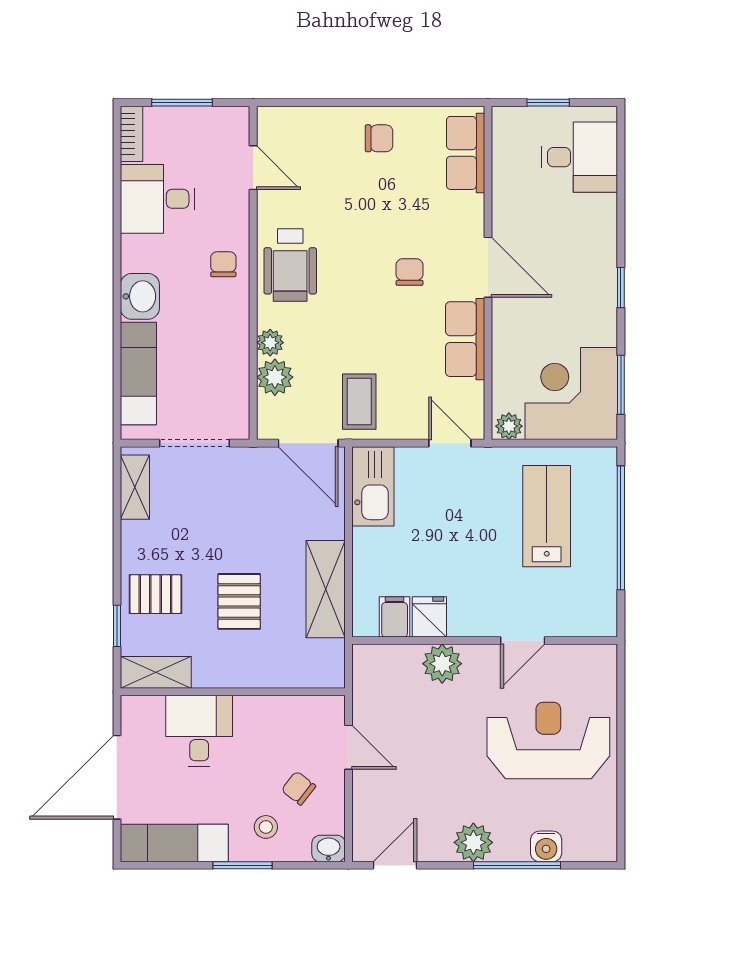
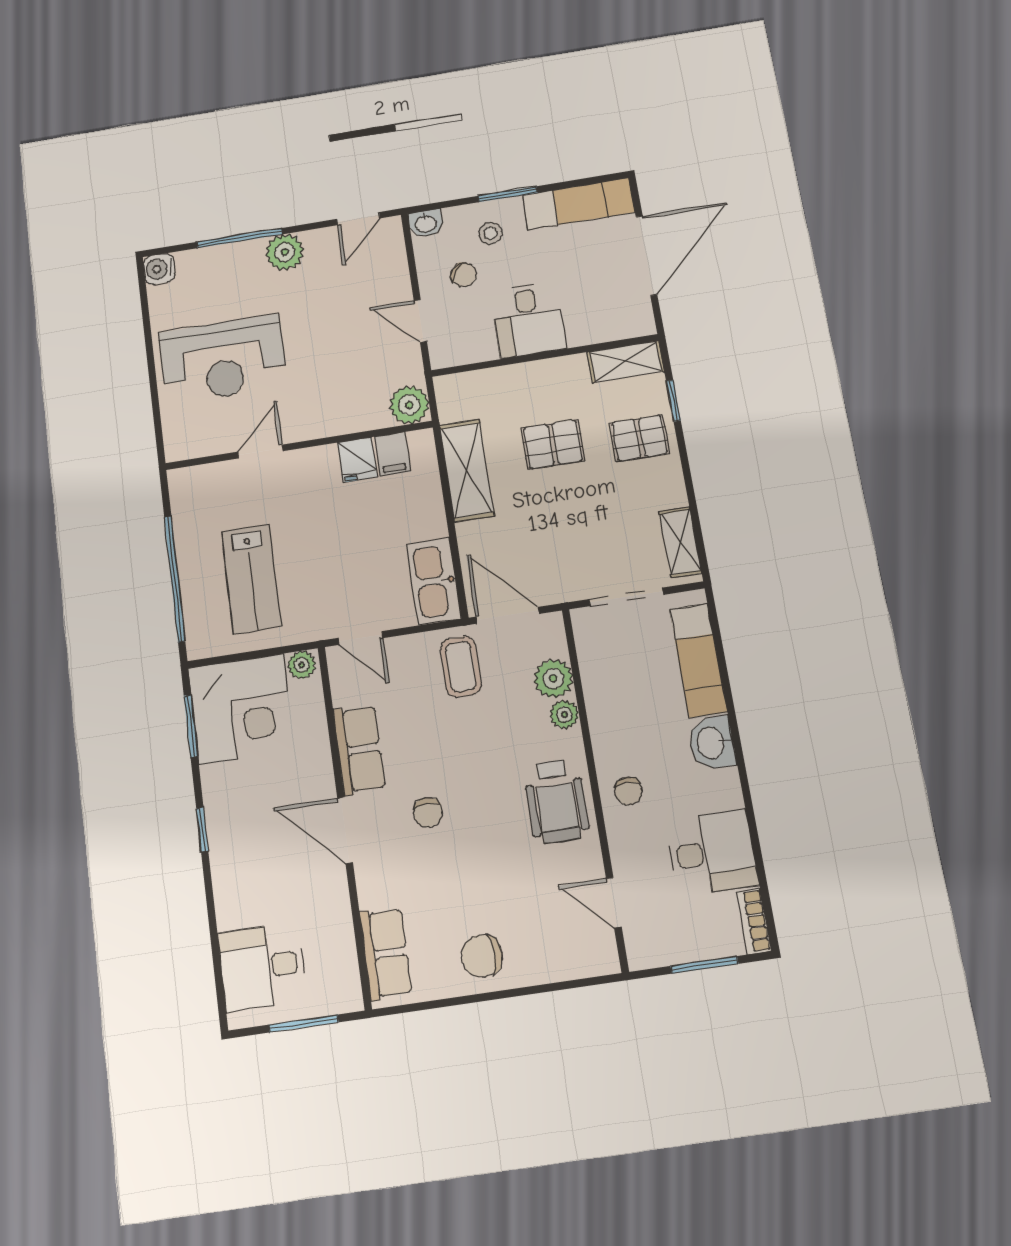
window: (548, 103) -> (304, 1024), width x1.50
chair: (379, 138) -> (482, 956), width x1.37, depth x1.37
wheelchair: (290, 265) -> (556, 801), turned 180
pallet: (239, 601) -> (553, 444), turned 90
plant: (442, 664) -> (409, 405), moved
desk: (199, 731) -> (528, 320), moved
water cooler: (546, 846) -> (159, 269), moved, turned -90

